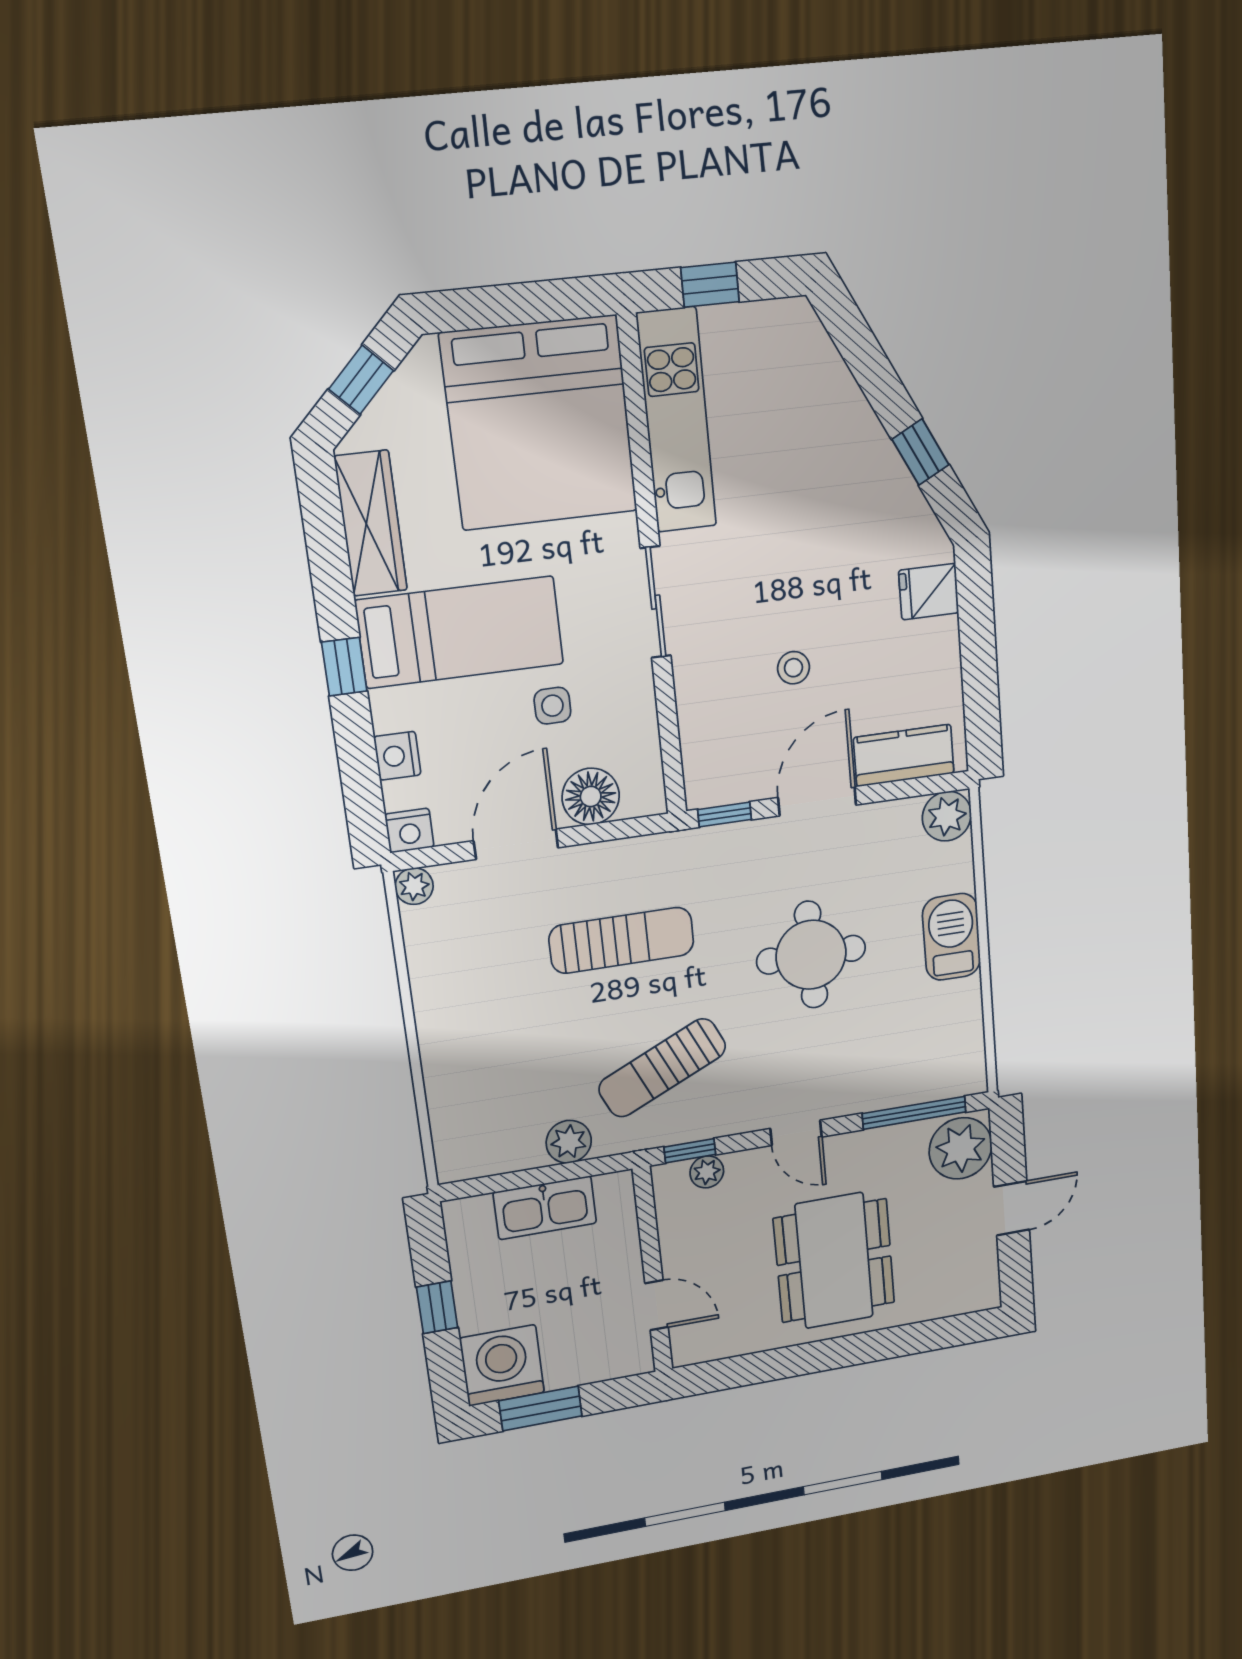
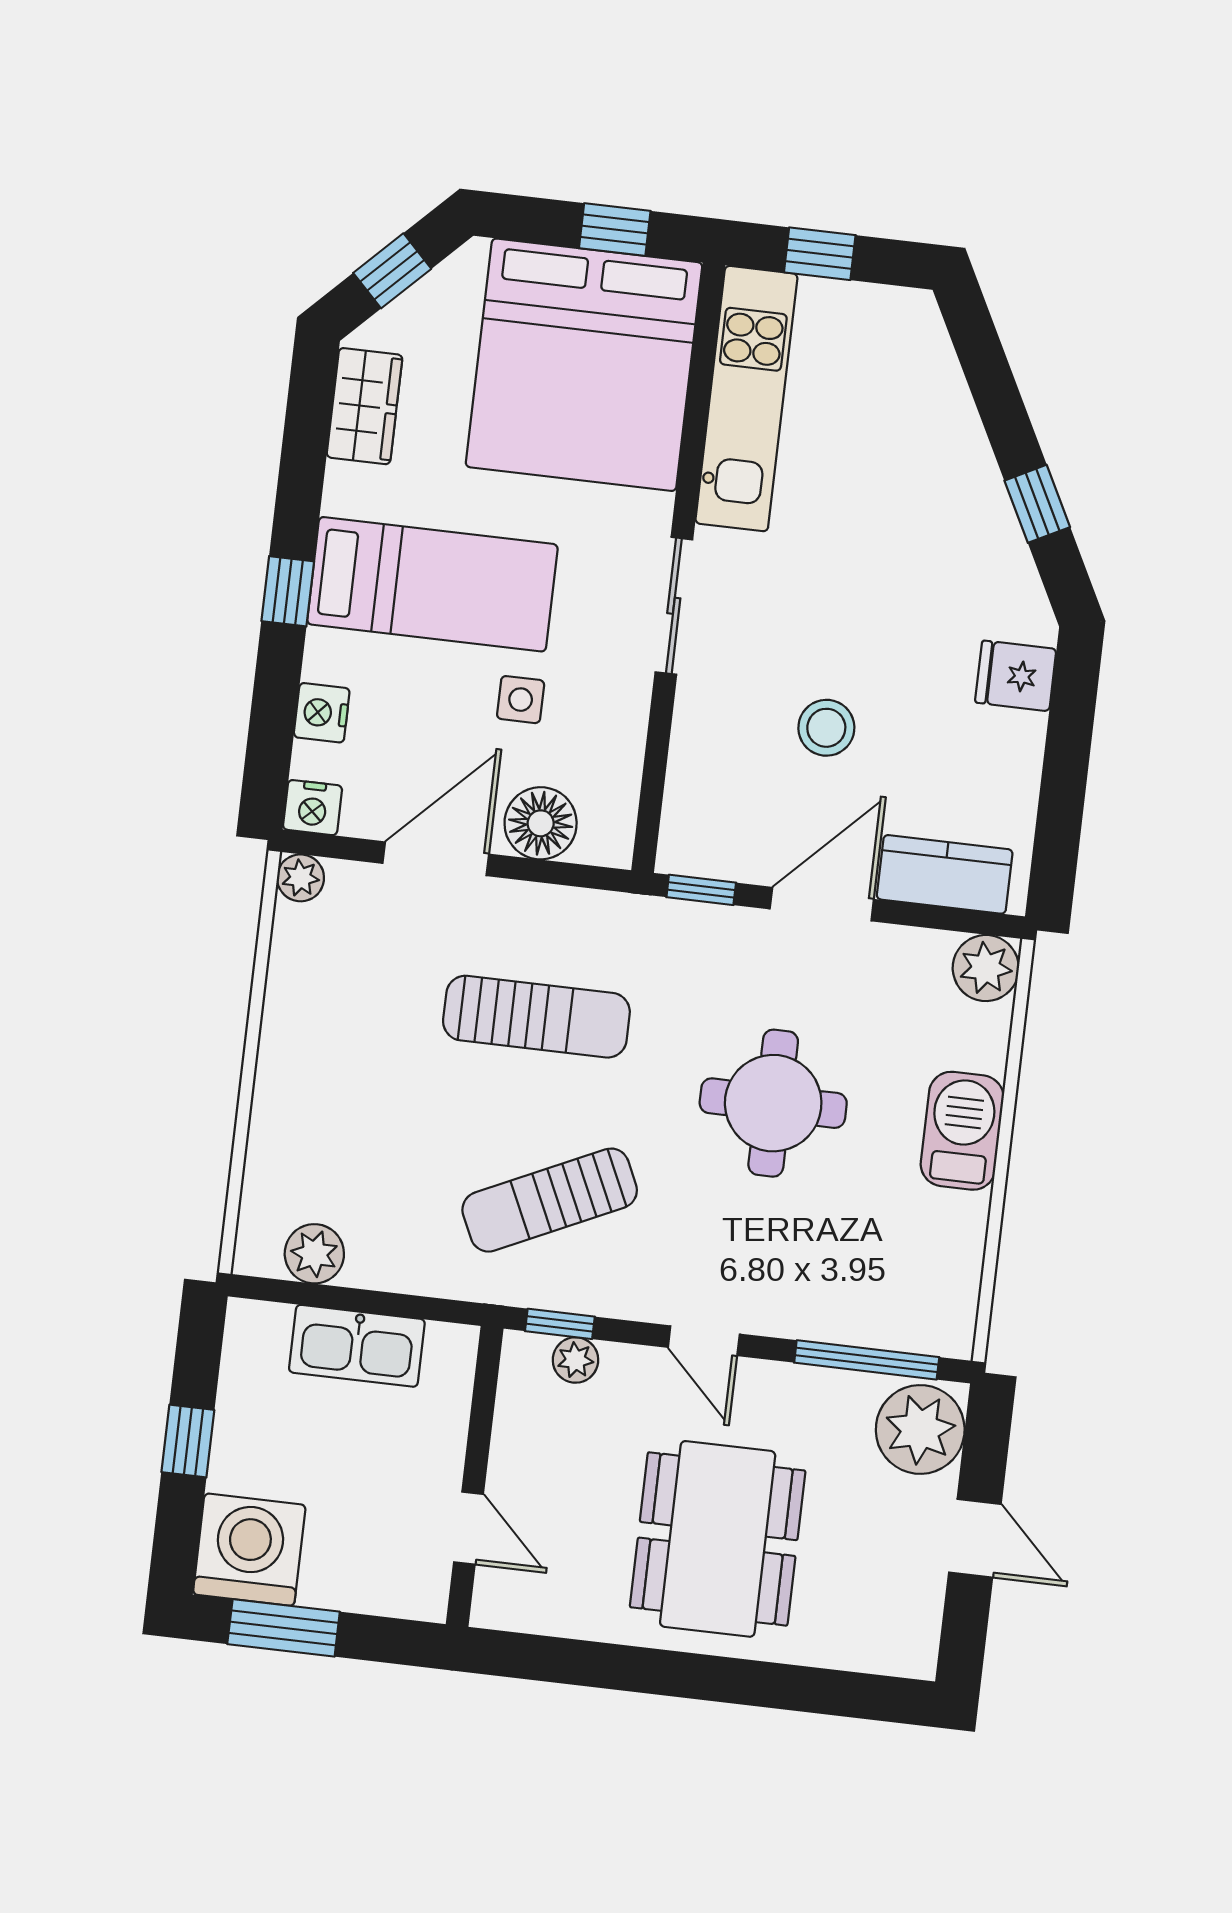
window: (538, 302) -> (615, 230), added
wardrobe: (371, 523) -> (364, 406), width x0.67
stool: (794, 668) -> (826, 728), width x1.37, depth x1.37
plant: (569, 1142) -> (314, 1254), moved
door: (1012, 1208) -> (975, 1538), hinge flipped

